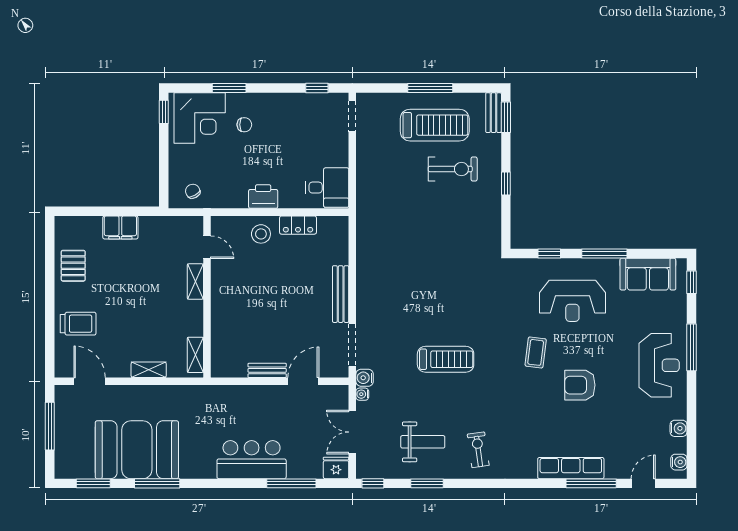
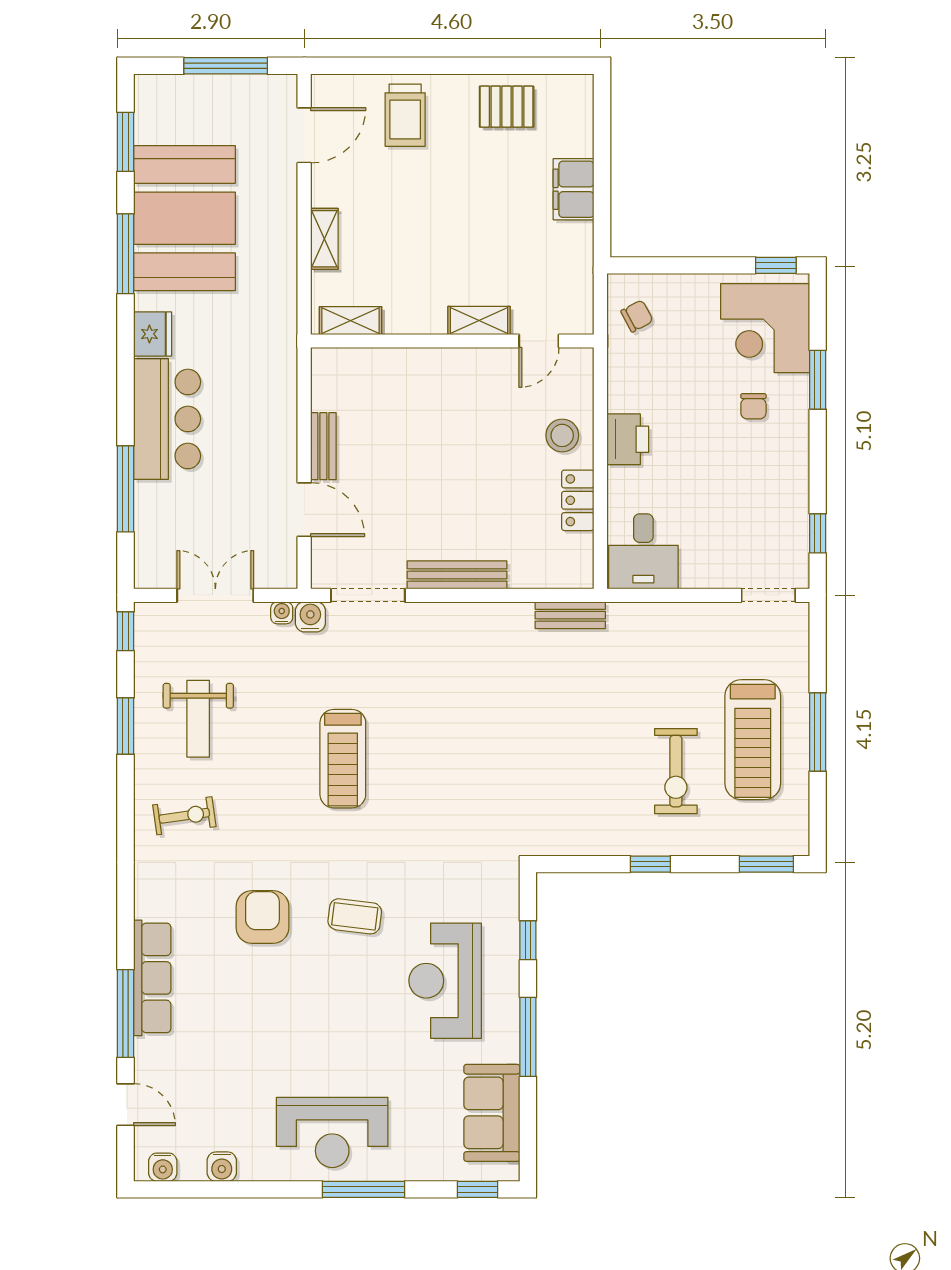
bench: (494, 113) -> (570, 615), moved
armchair: (580, 385) -> (262, 917), moved
fridge: (336, 468) -> (153, 334), moved

